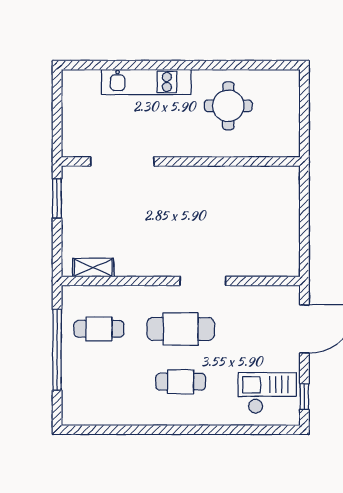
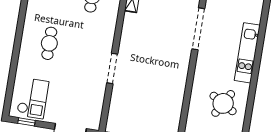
round table: (228, 106) -> (223, 103), turned 30
cafe table: (181, 329) -> (84, 49), removed

